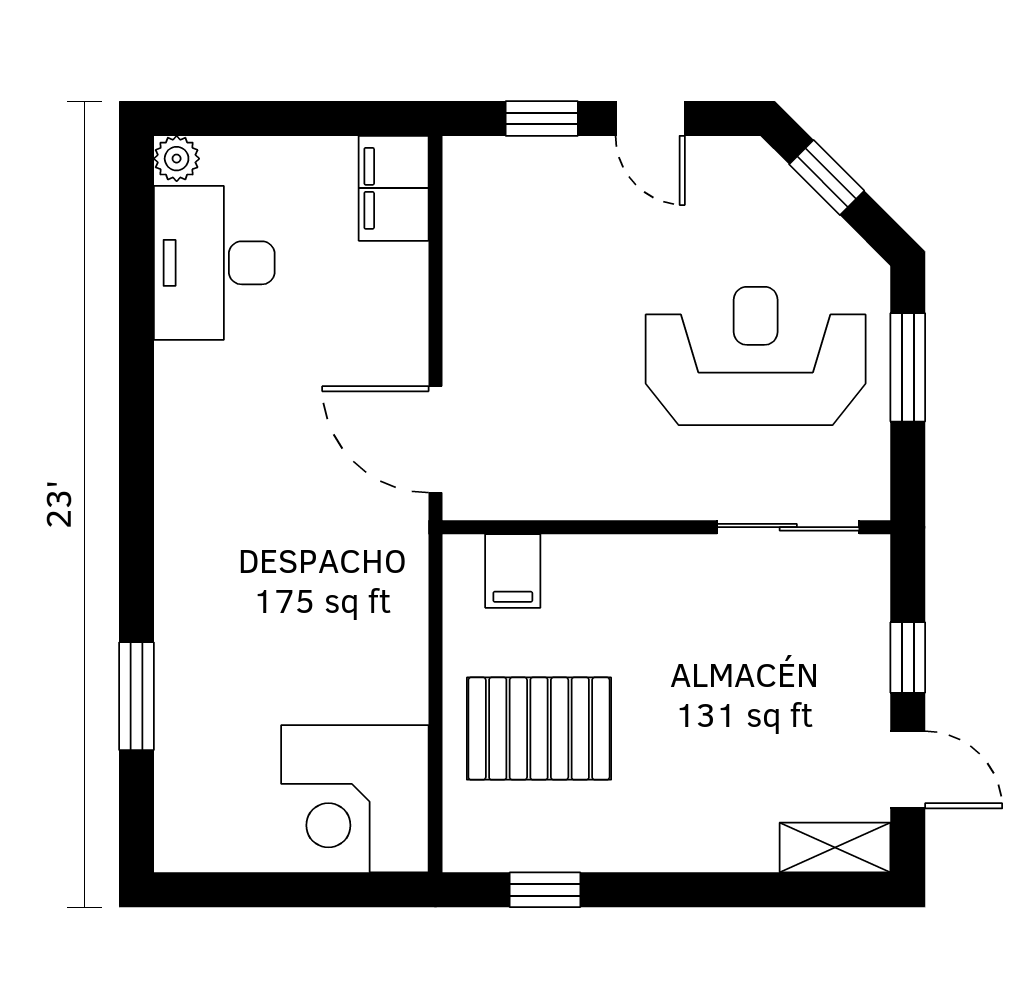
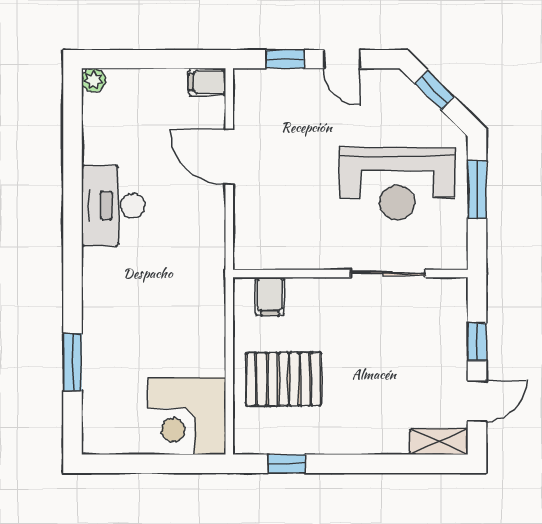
filing cabinet: (394, 188) -> (207, 82), width x0.50
desk: (214, 263) -> (113, 206), moved
reception desk: (756, 356) -> (397, 184), turned 180
door: (436, 439) -> (229, 157), moved
sliding door: (788, 527) -> (388, 274), moved
door: (908, 770) -> (477, 401), hinge flipped

